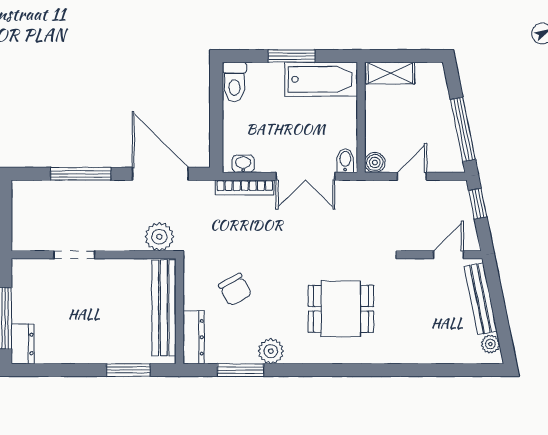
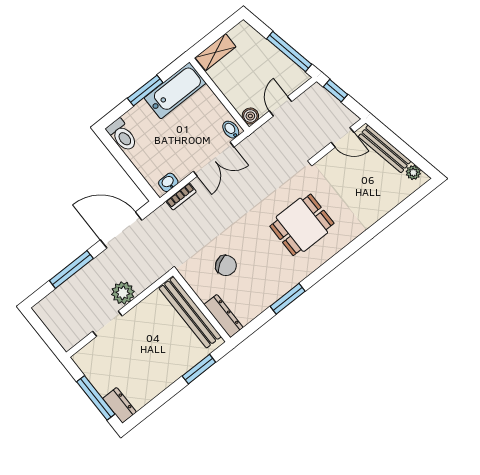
bookcase: (245, 187) -> (181, 196), width x0.64
plant: (159, 237) -> (123, 293), moved
door: (448, 255) -> (342, 137), swing flipped
plant: (271, 351) -> (279, 286), removed
window: (241, 370) -> (288, 299), moved

